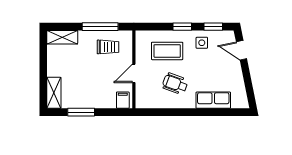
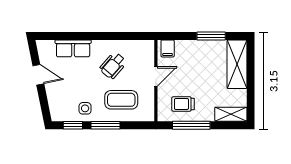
window: (182, 27) -> (106, 125), width x1.50
door: (242, 50) -> (38, 75), moved
wheelchair: (175, 84) -> (113, 66), turned 111
shelving: (54, 93) -> (237, 64), width x1.50, depth x1.33

